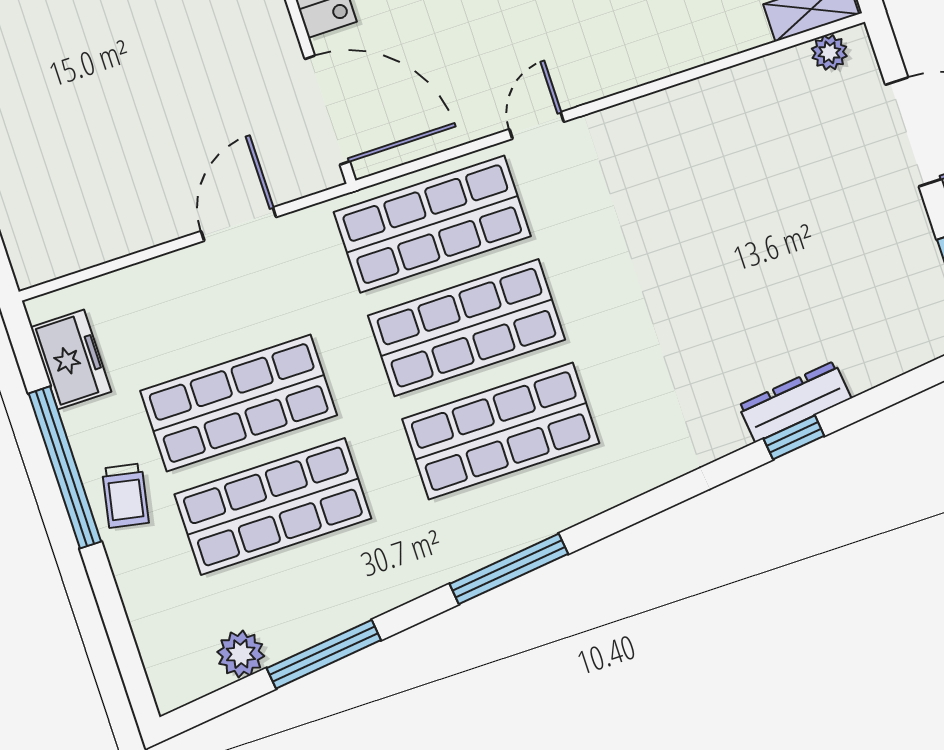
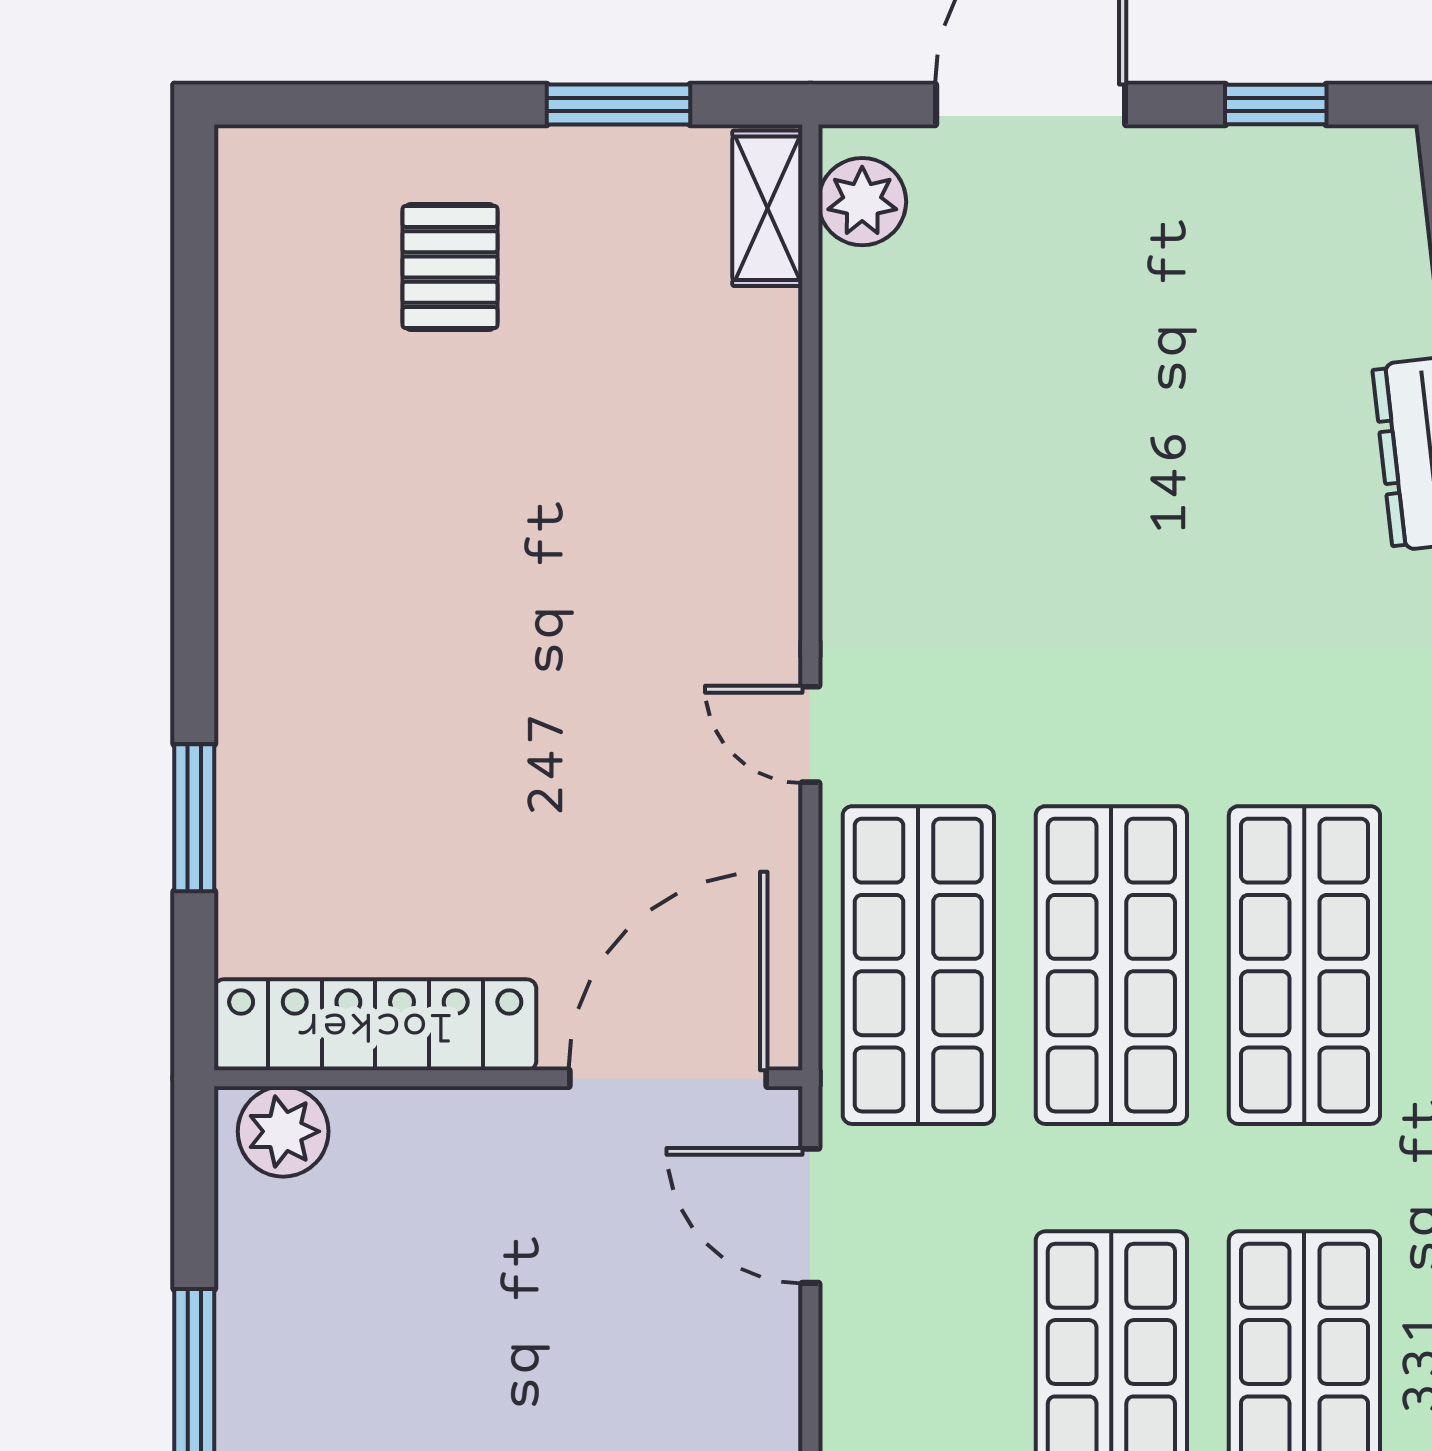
plant: (829, 52) -> (862, 202), width x1.38, depth x1.38
door: (239, 224) -> (810, 1216), moved

